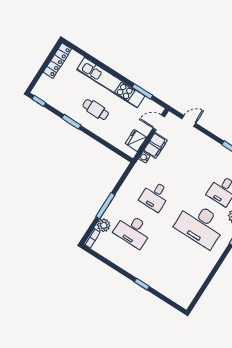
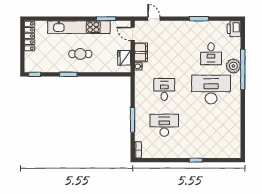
door: (189, 121) -> (154, 19), hinge flipped
door: (159, 122) -> (133, 34), hinge flipped
desk: (155, 196) -> (164, 89), turned 180
plant: (104, 225) -> (140, 135), removed
desk: (200, 225) -> (211, 89), turned 180
desk: (133, 231) -> (164, 125), turned 180

